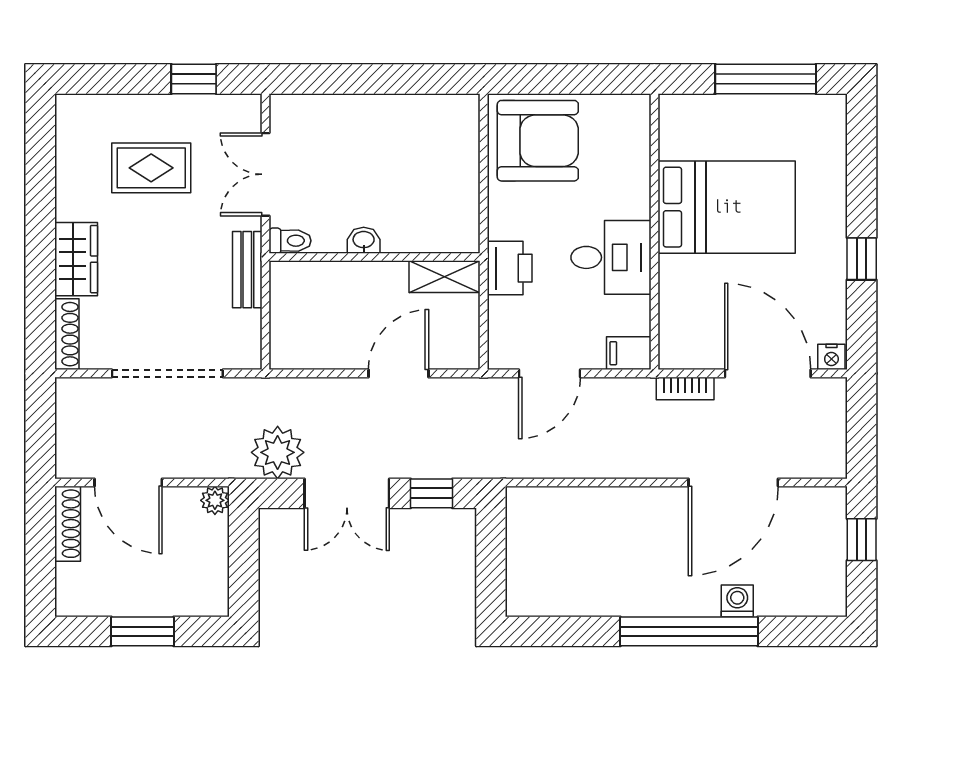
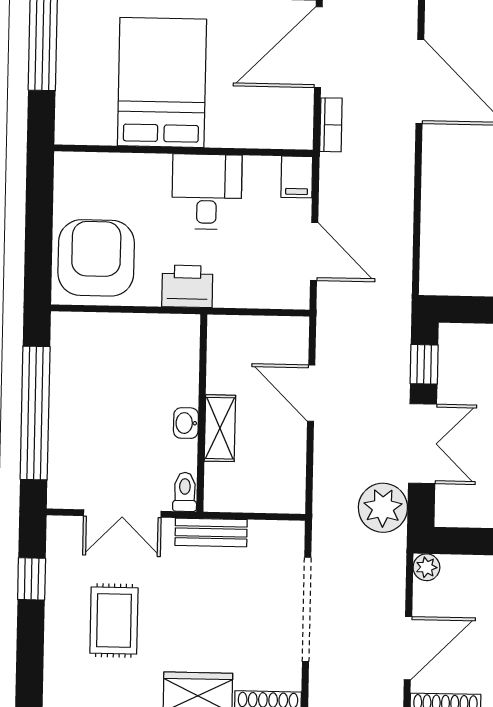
window: (371, 79) -> (35, 413), added
printer: (510, 268) -> (187, 286), moved
shelving: (445, 277) -> (220, 428), moved

